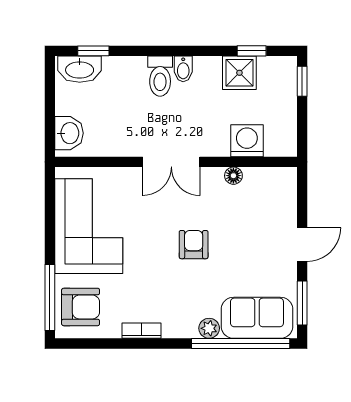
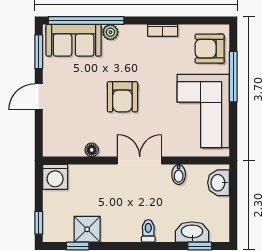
washbasin: (80, 69) -> (192, 232), moved
bidet: (183, 69) -> (179, 174), moved, turned 180
toilet: (160, 76) -> (148, 231), width x0.73, depth x0.72
washing machine: (247, 141) -> (55, 177), moved
armchair: (194, 245) -> (122, 97), width x1.38, depth x1.38
window: (50, 297) -> (233, 77), moved

